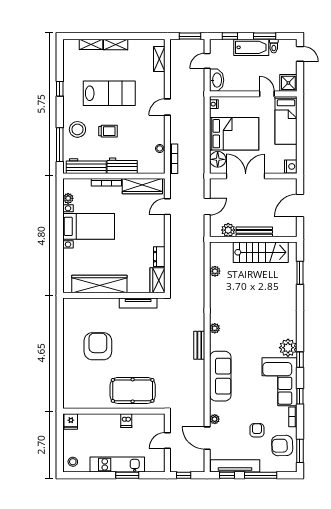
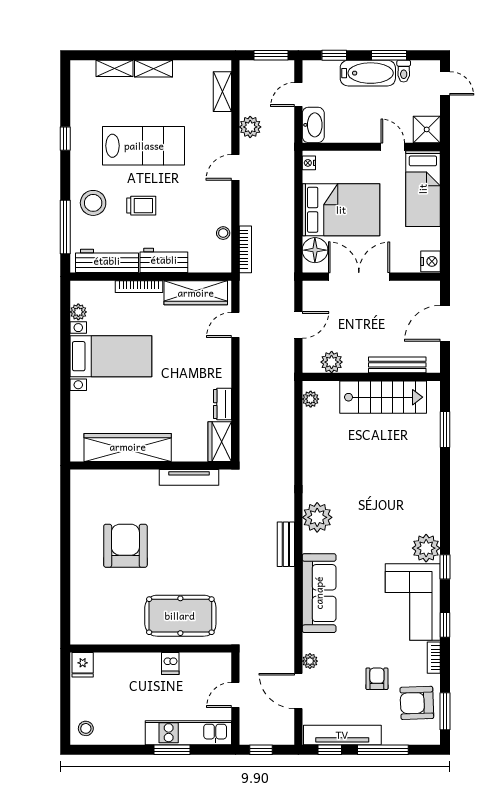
plant: (177, 81) -> (250, 127), added
bench: (254, 232) -> (397, 365), moved
plant: (215, 271) -> (311, 399), moved
plant: (215, 328) -> (317, 517), width x1.88, depth x1.88
kitchen unit: (117, 464) -> (188, 733), moved

